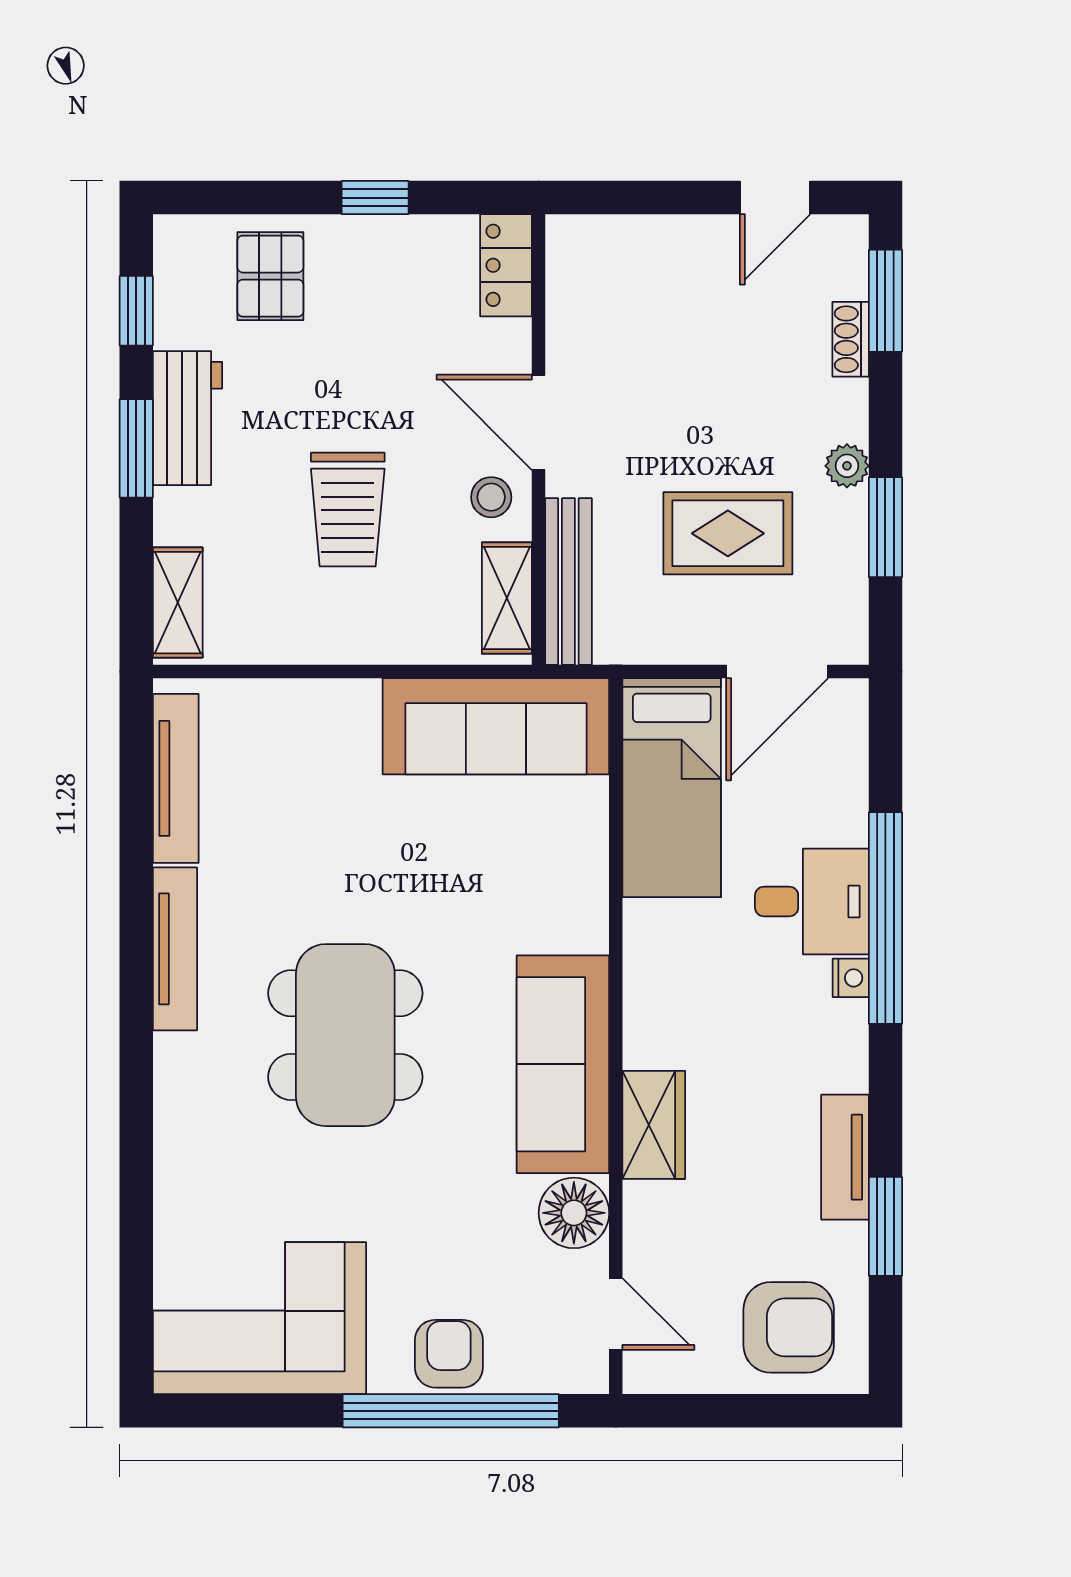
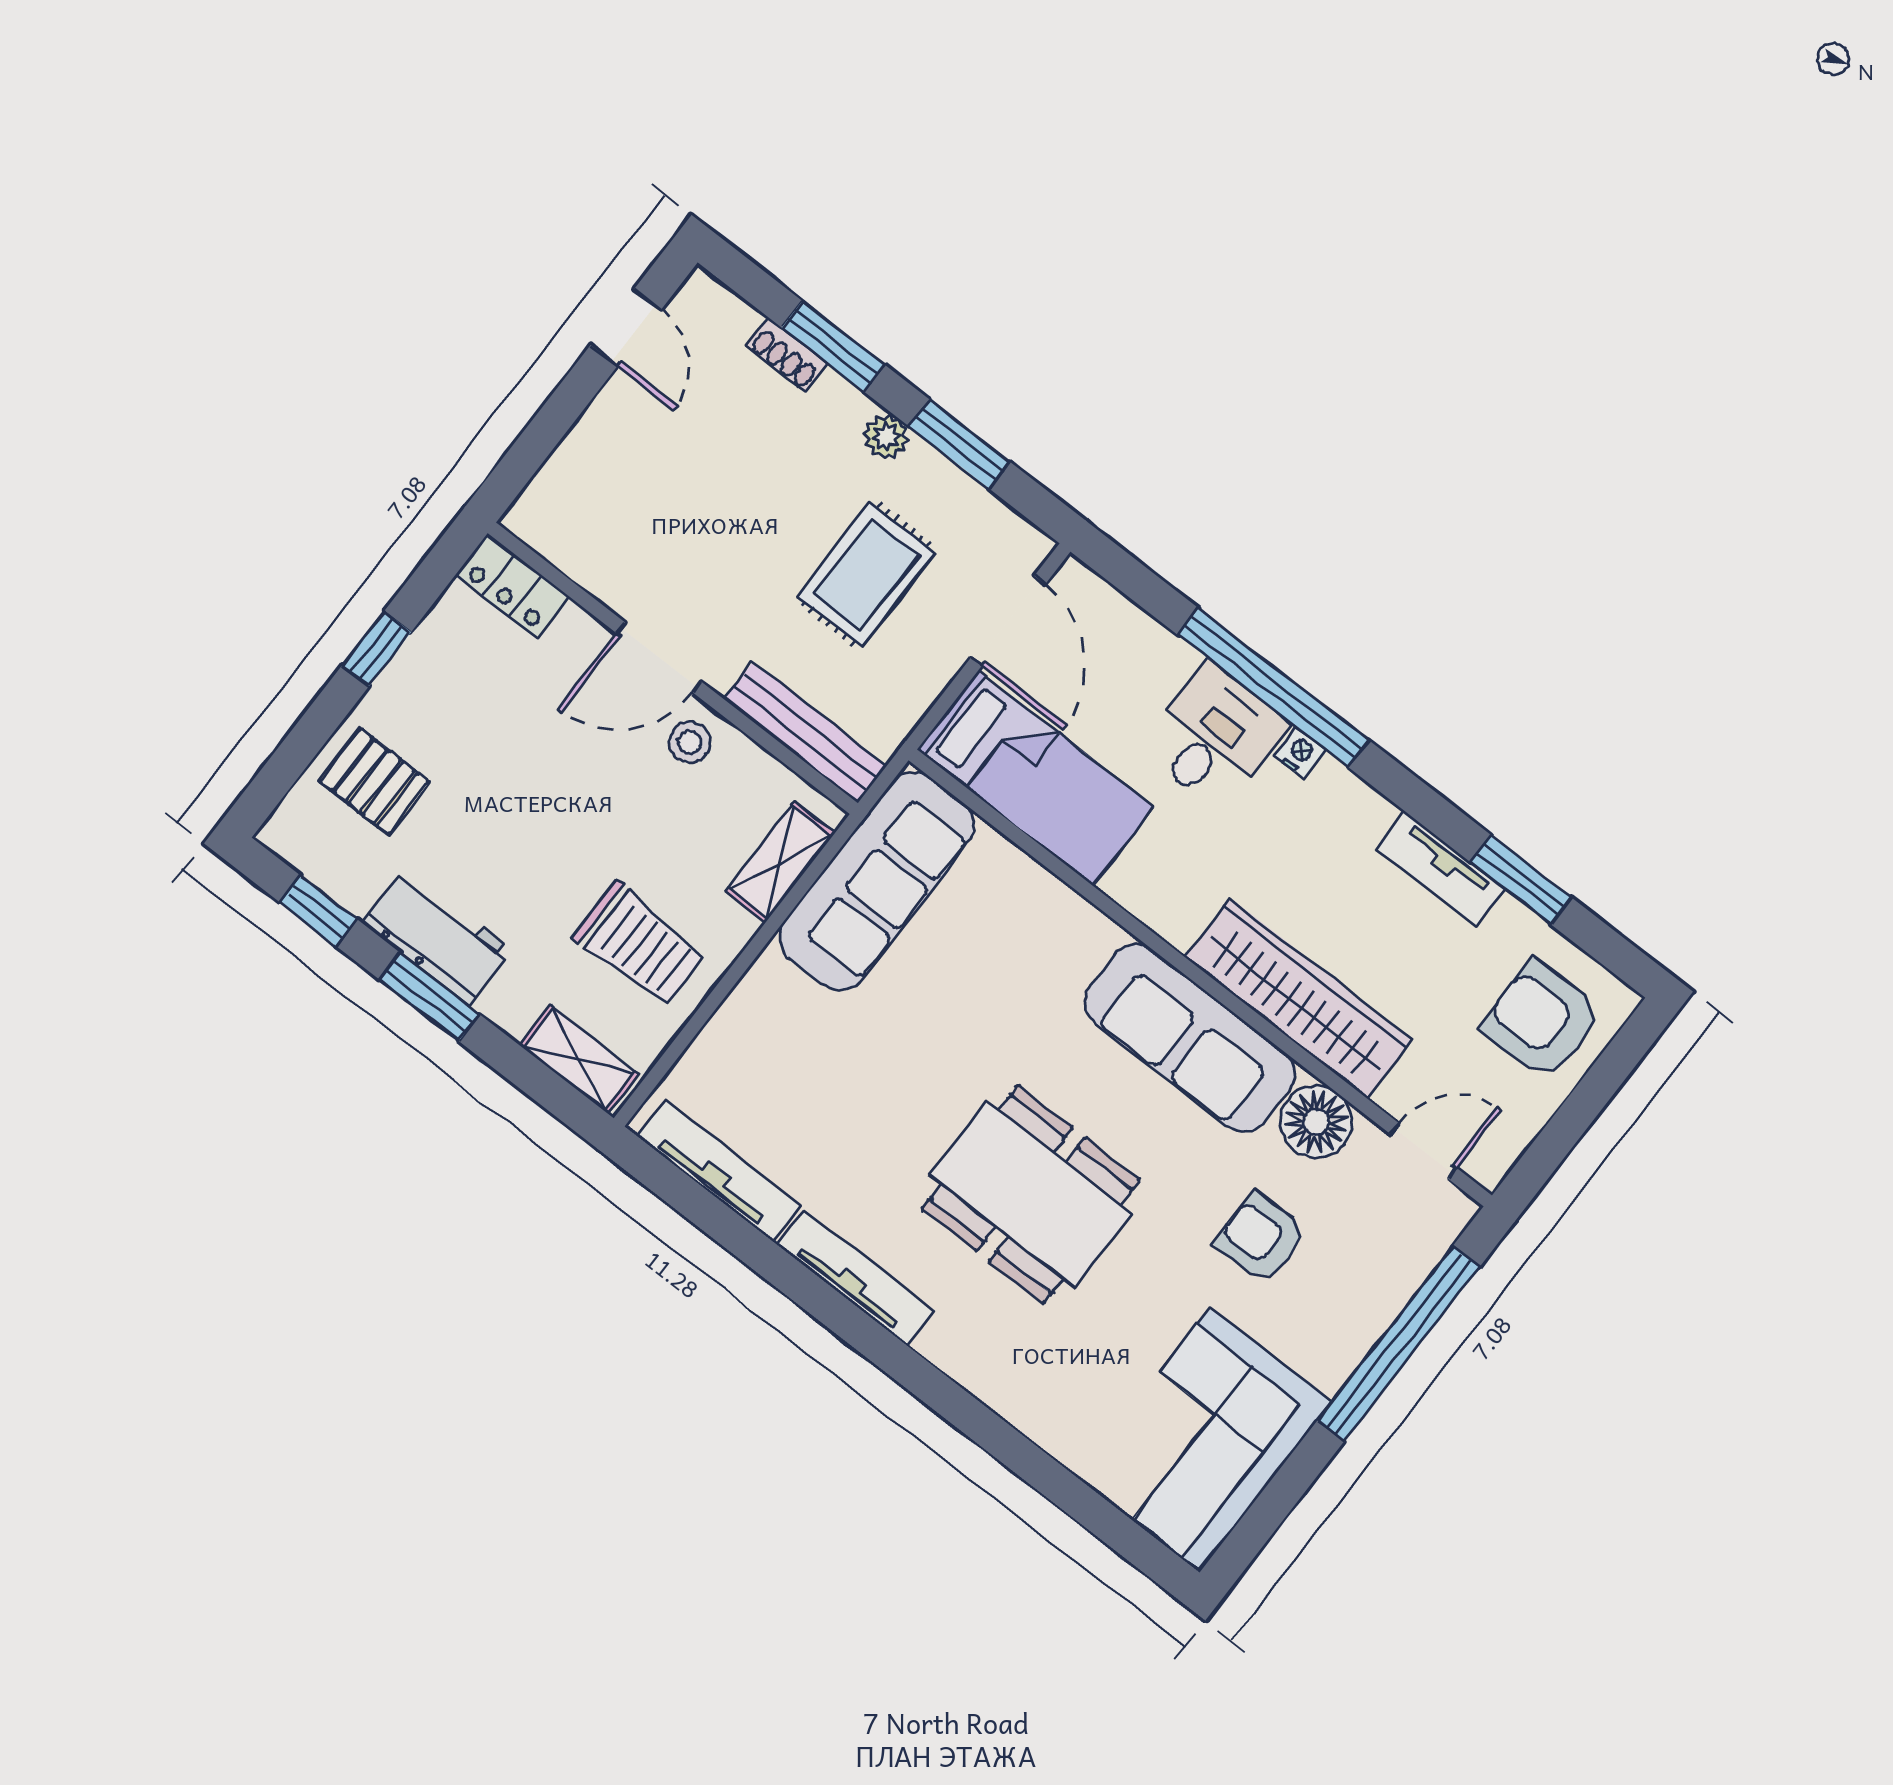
window: (885, 301) -> (833, 346), moved
trolley: (348, 510) -> (639, 944), moved
shelving: (507, 598) -> (780, 862), moved, turned 90
wardrobe: (654, 1125) -> (1299, 998), width x2.10, depth x1.17
armchair: (789, 1327) -> (1542, 1020), turned -90
armchair: (449, 1354) -> (1261, 1238), moved

